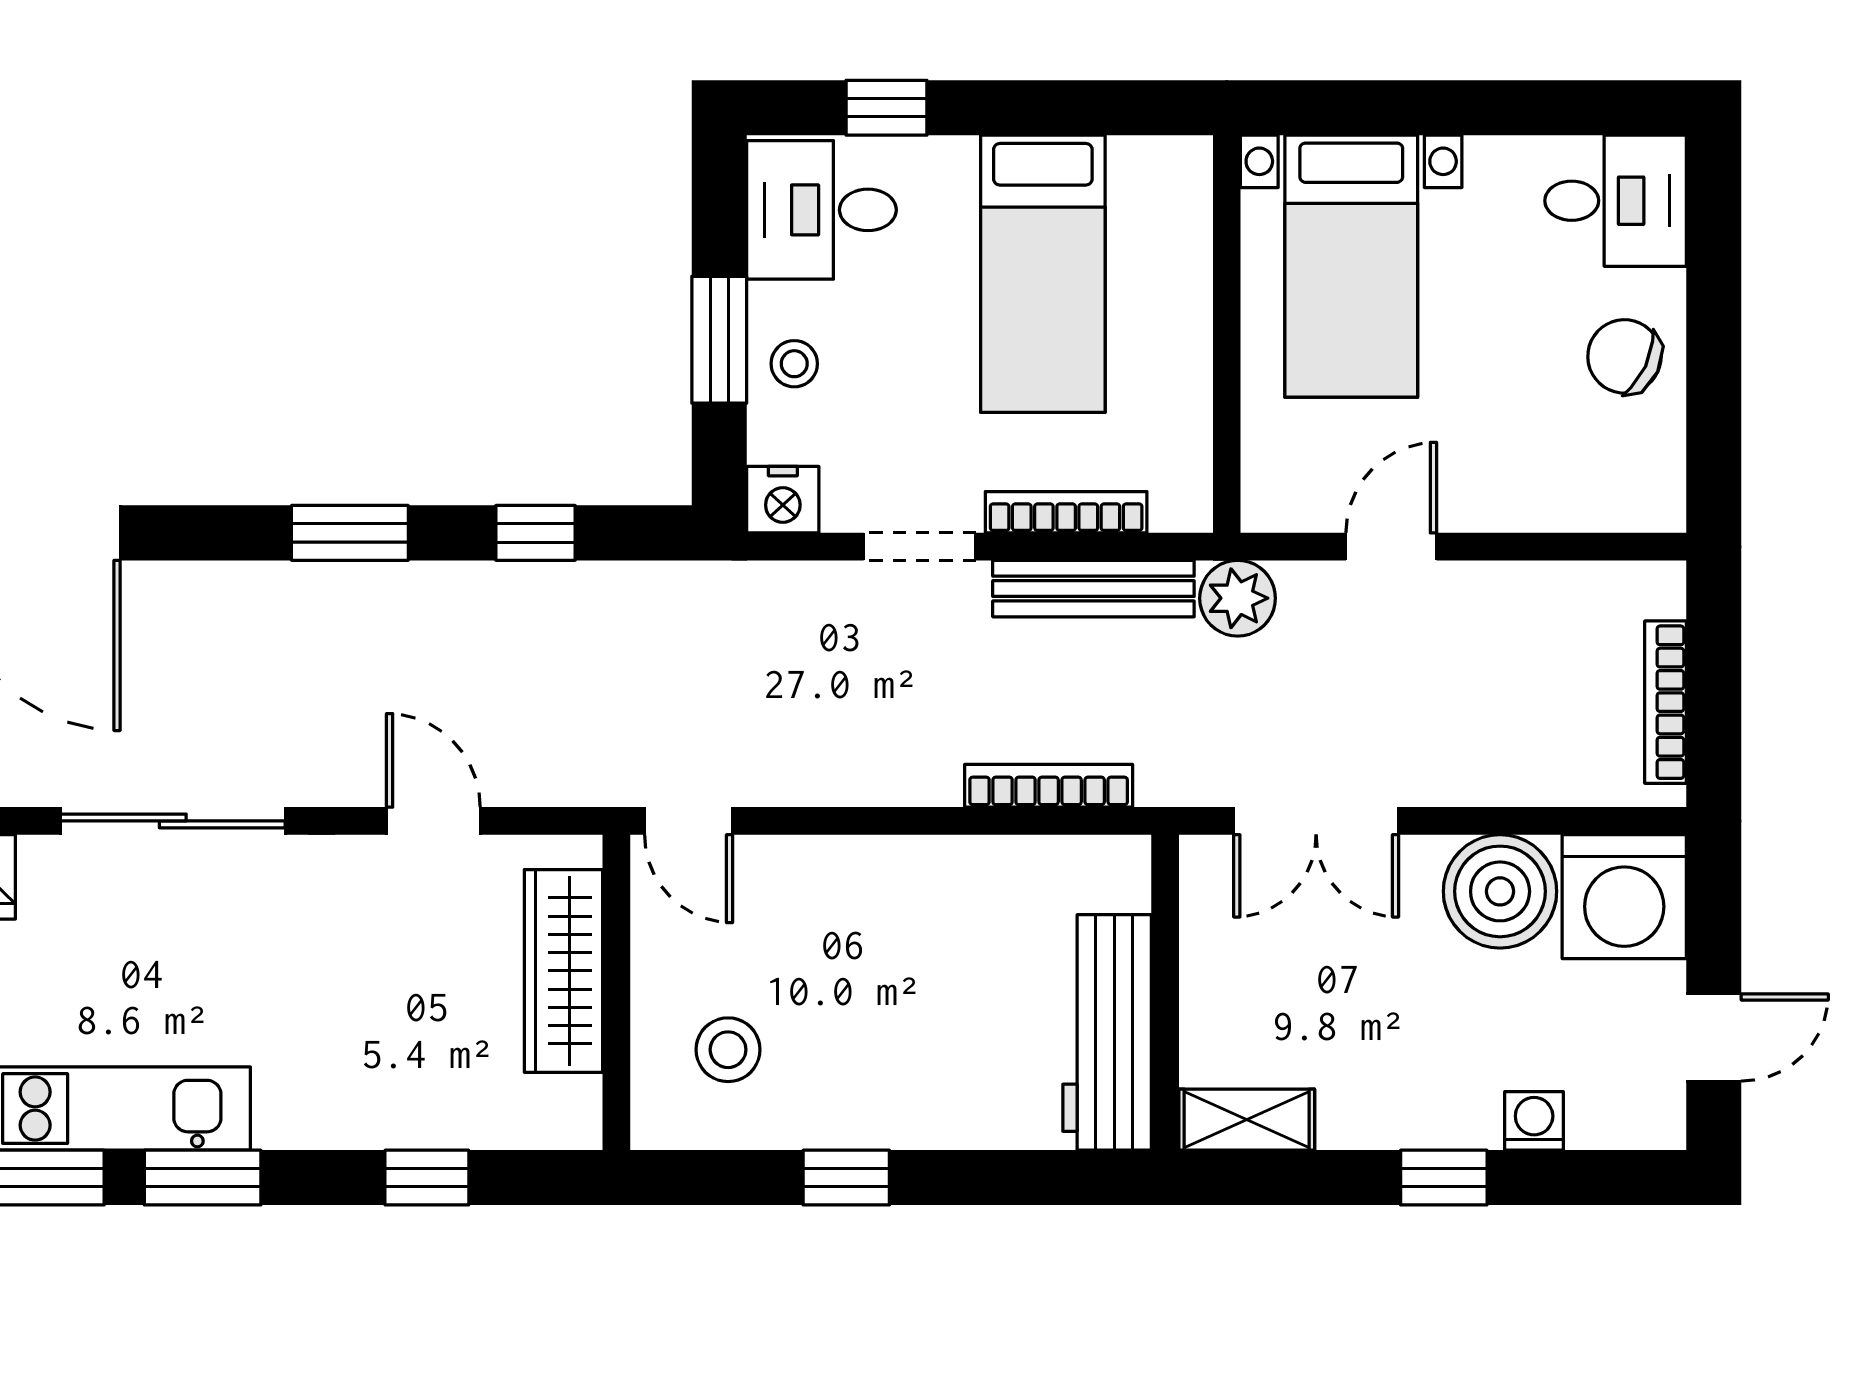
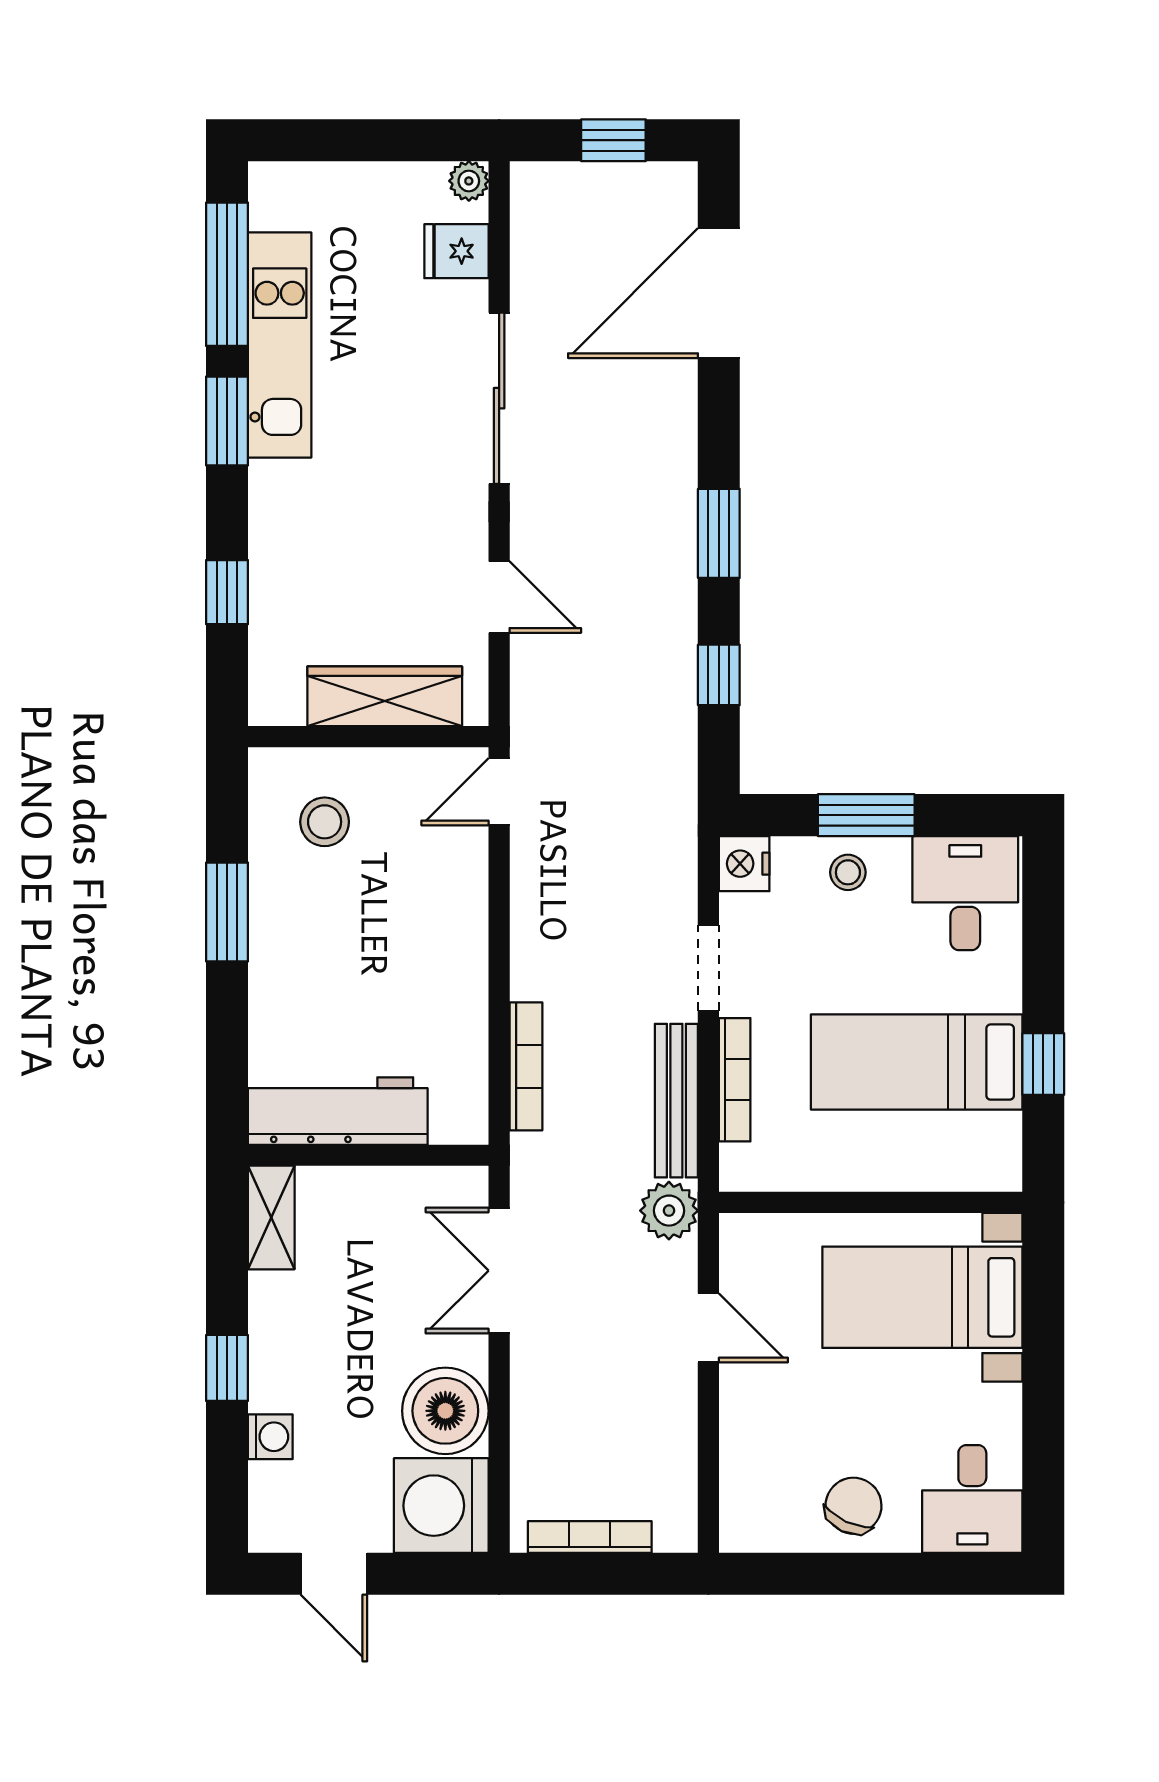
window: (887, 108) -> (1043, 1064), moved
door: (433, 821) -> (499, 597), hinge flipped
window: (846, 1178) -> (227, 912), width x1.50

